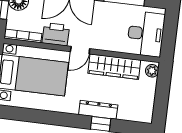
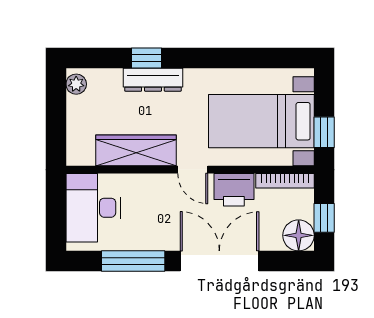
door: (80, 50) -> (193, 170), swing flipped
plant: (152, 71) -> (76, 84), moved

